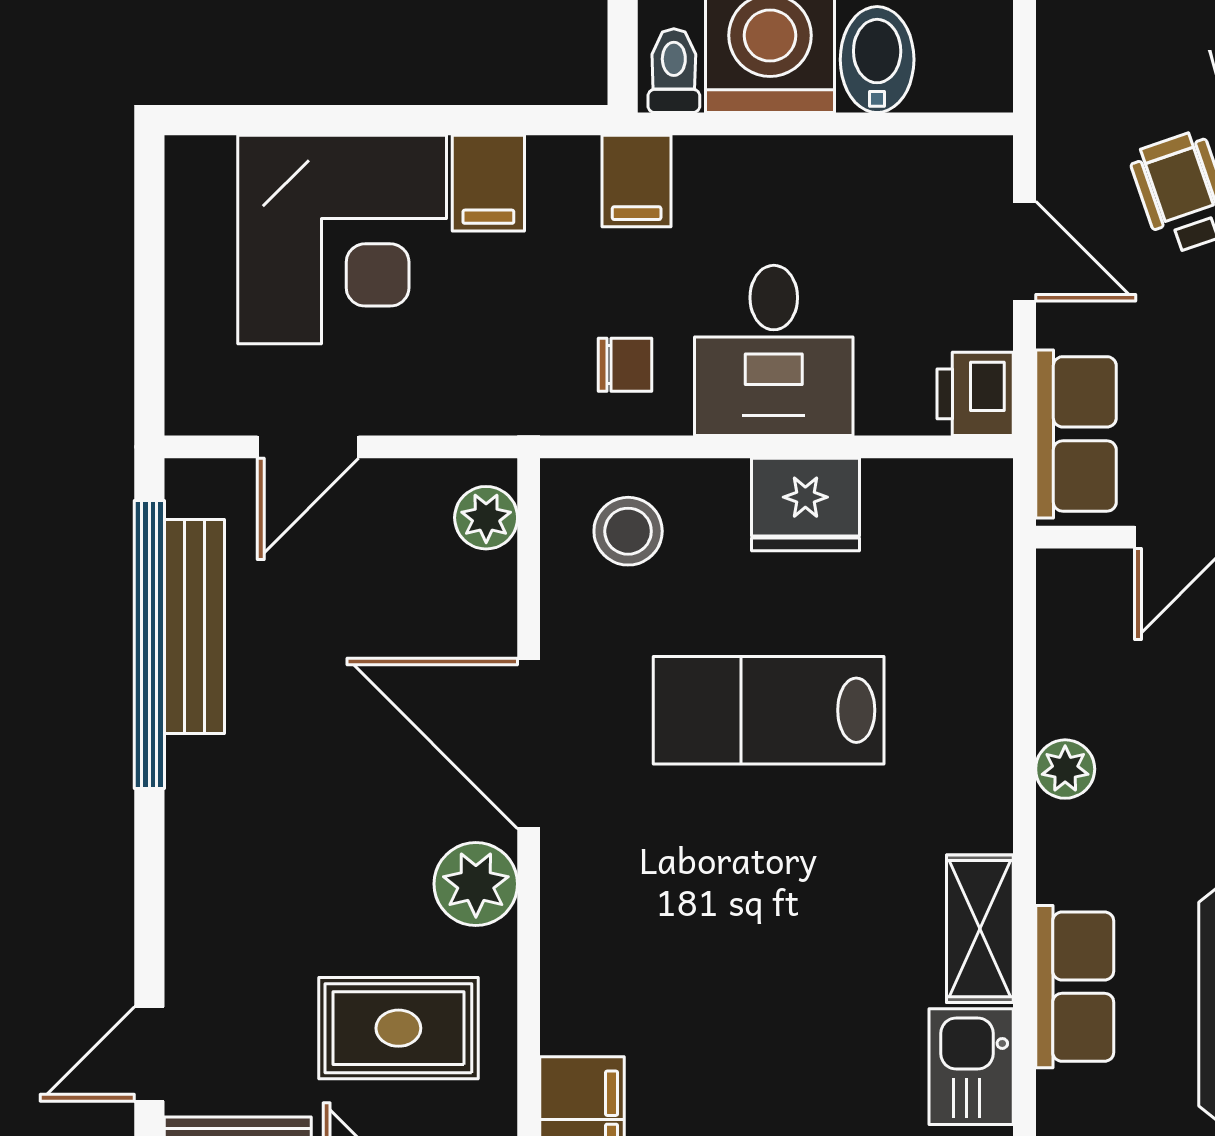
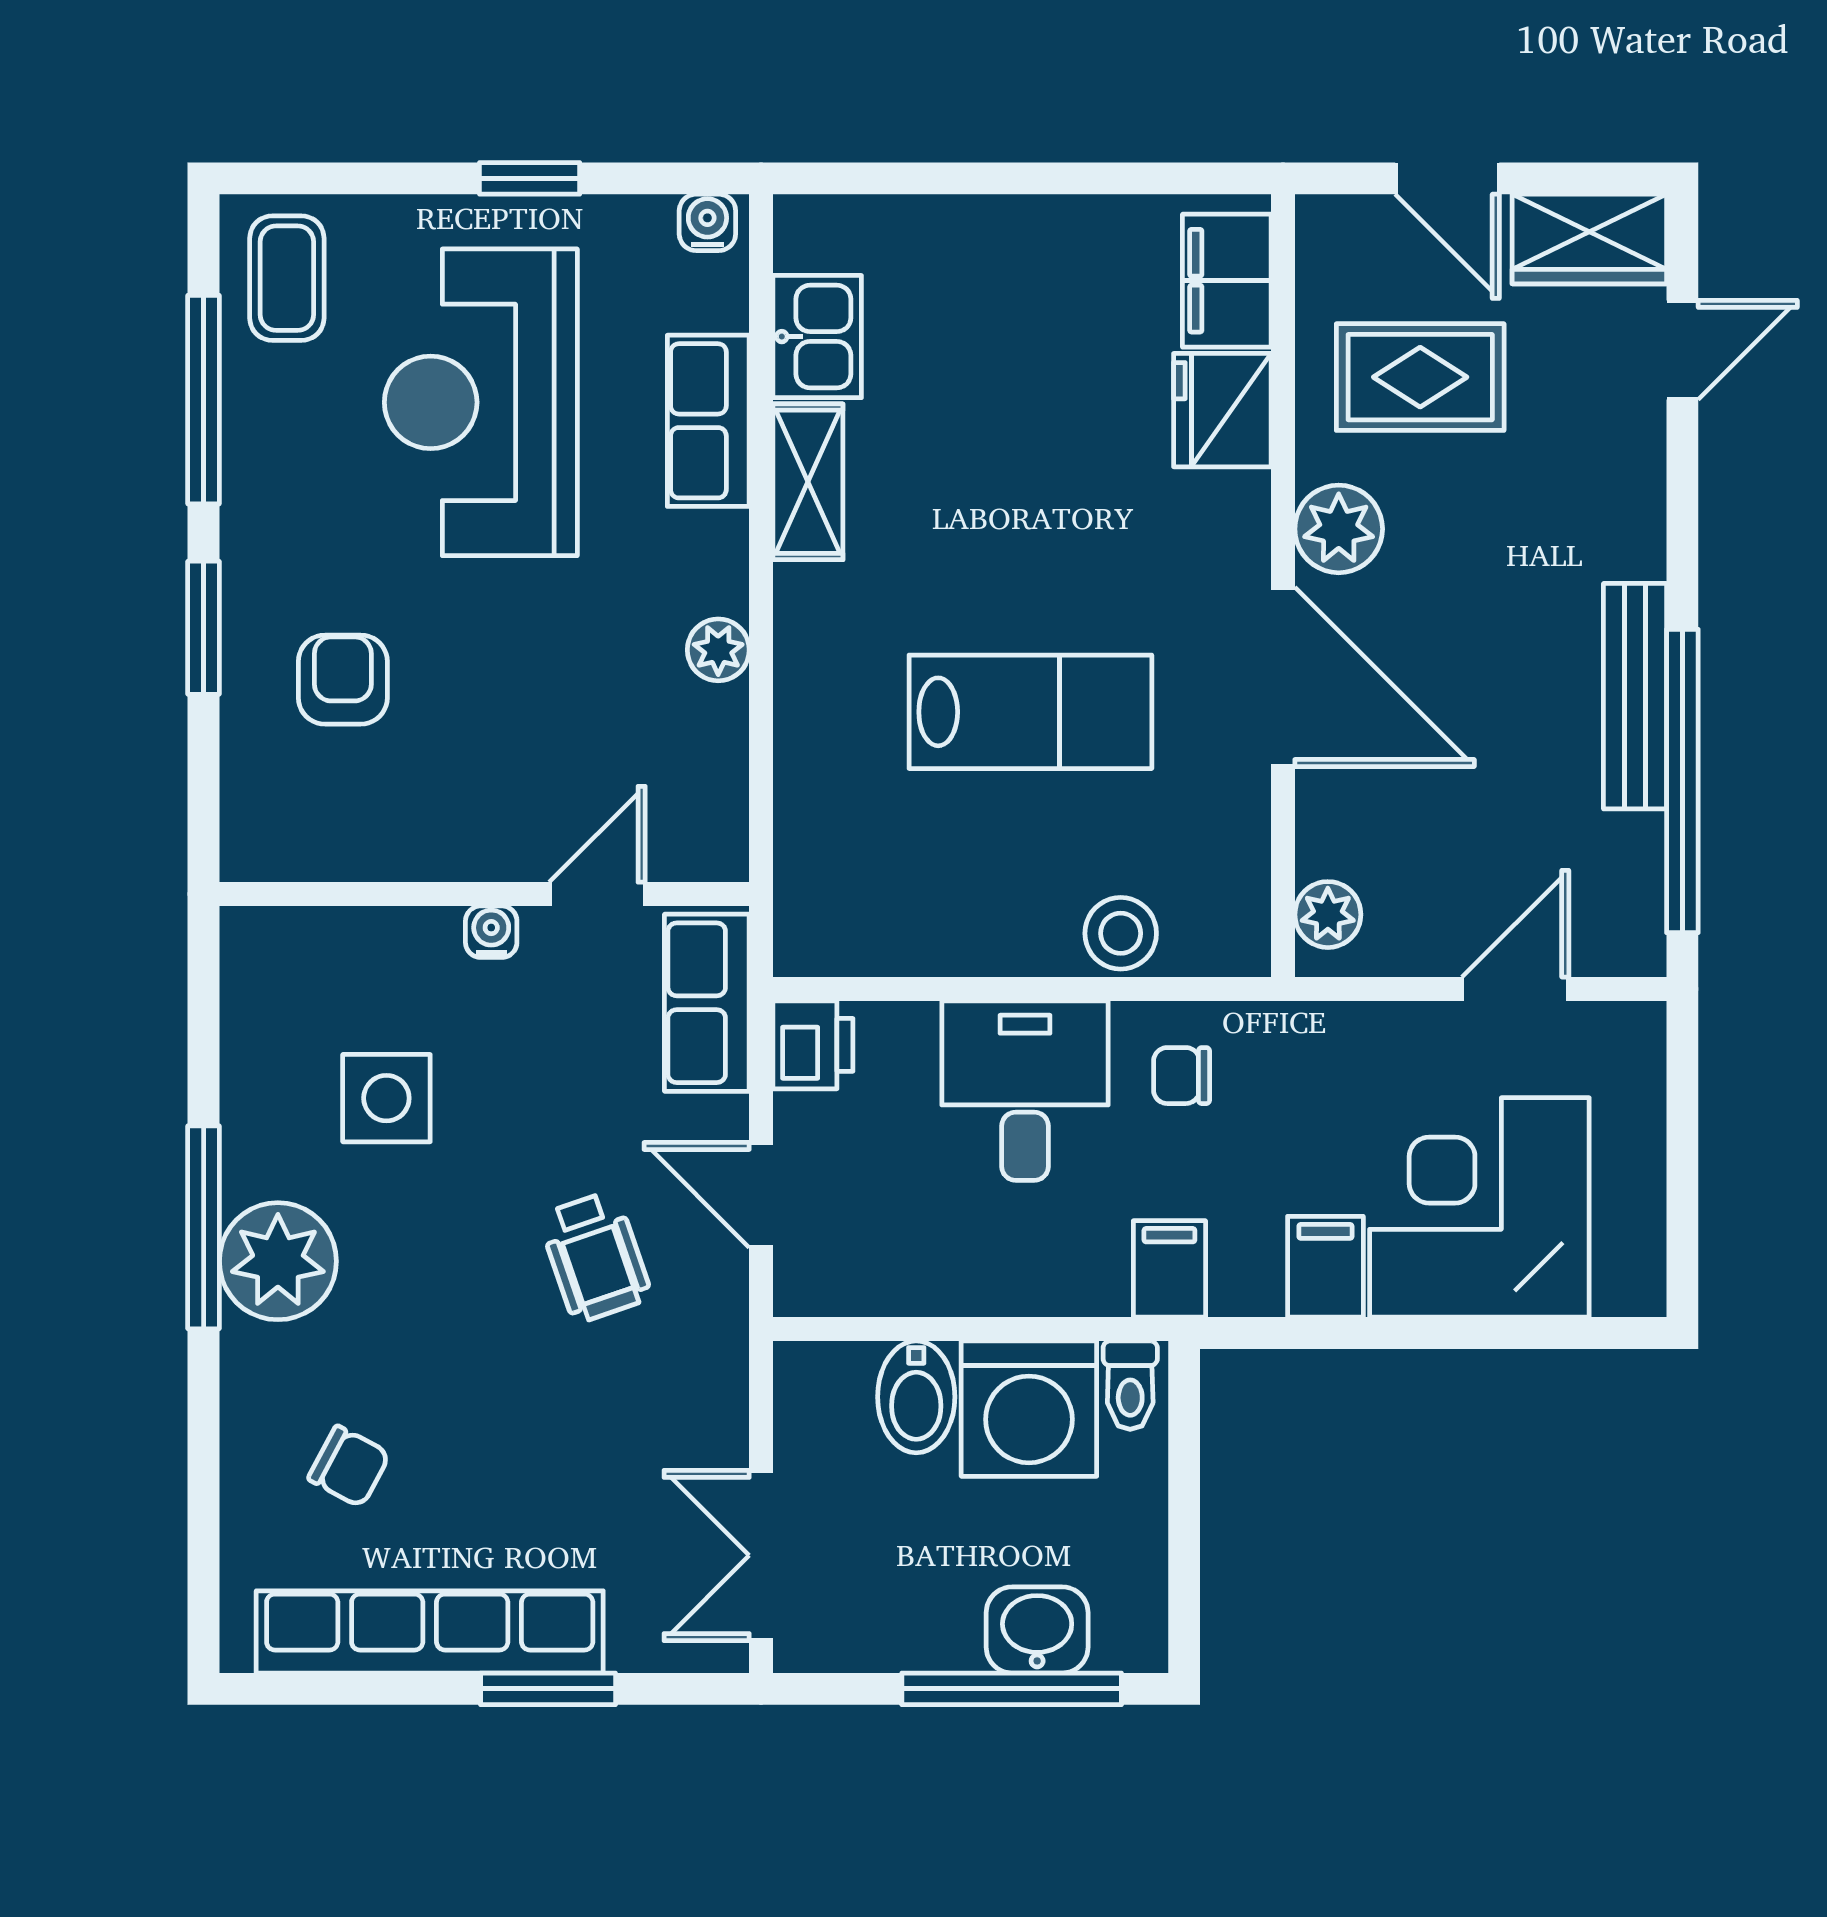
fridge: (805, 505) -> (1222, 410), moved, turned -90
stool: (628, 531) -> (1121, 933), moved
bench: (194, 626) -> (1635, 696), moved

